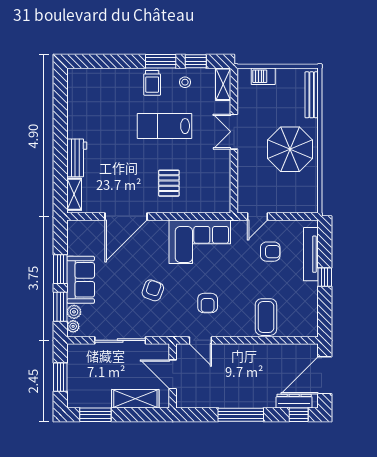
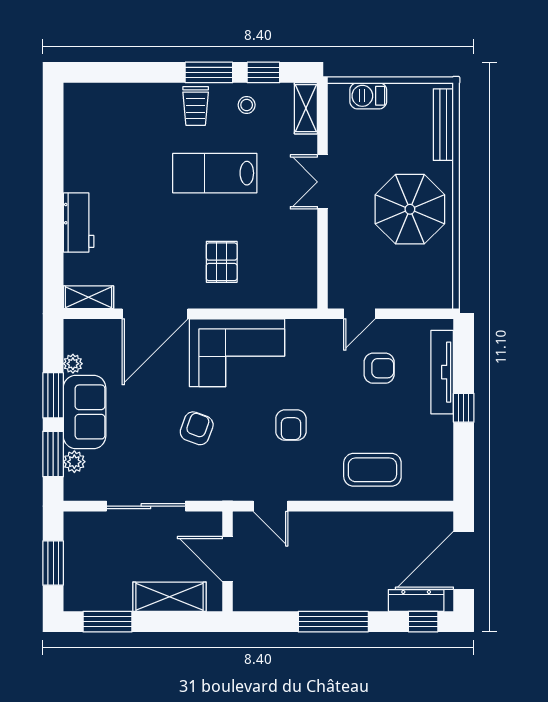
shelving: (74, 194) -> (88, 297), moved, turned 90
corner sofa: (200, 242) -> (237, 353), moved
armchair: (208, 303) -> (291, 425), moved
coffee table: (266, 317) -> (372, 470), turned 90
plant: (73, 326) -> (73, 364), moved

